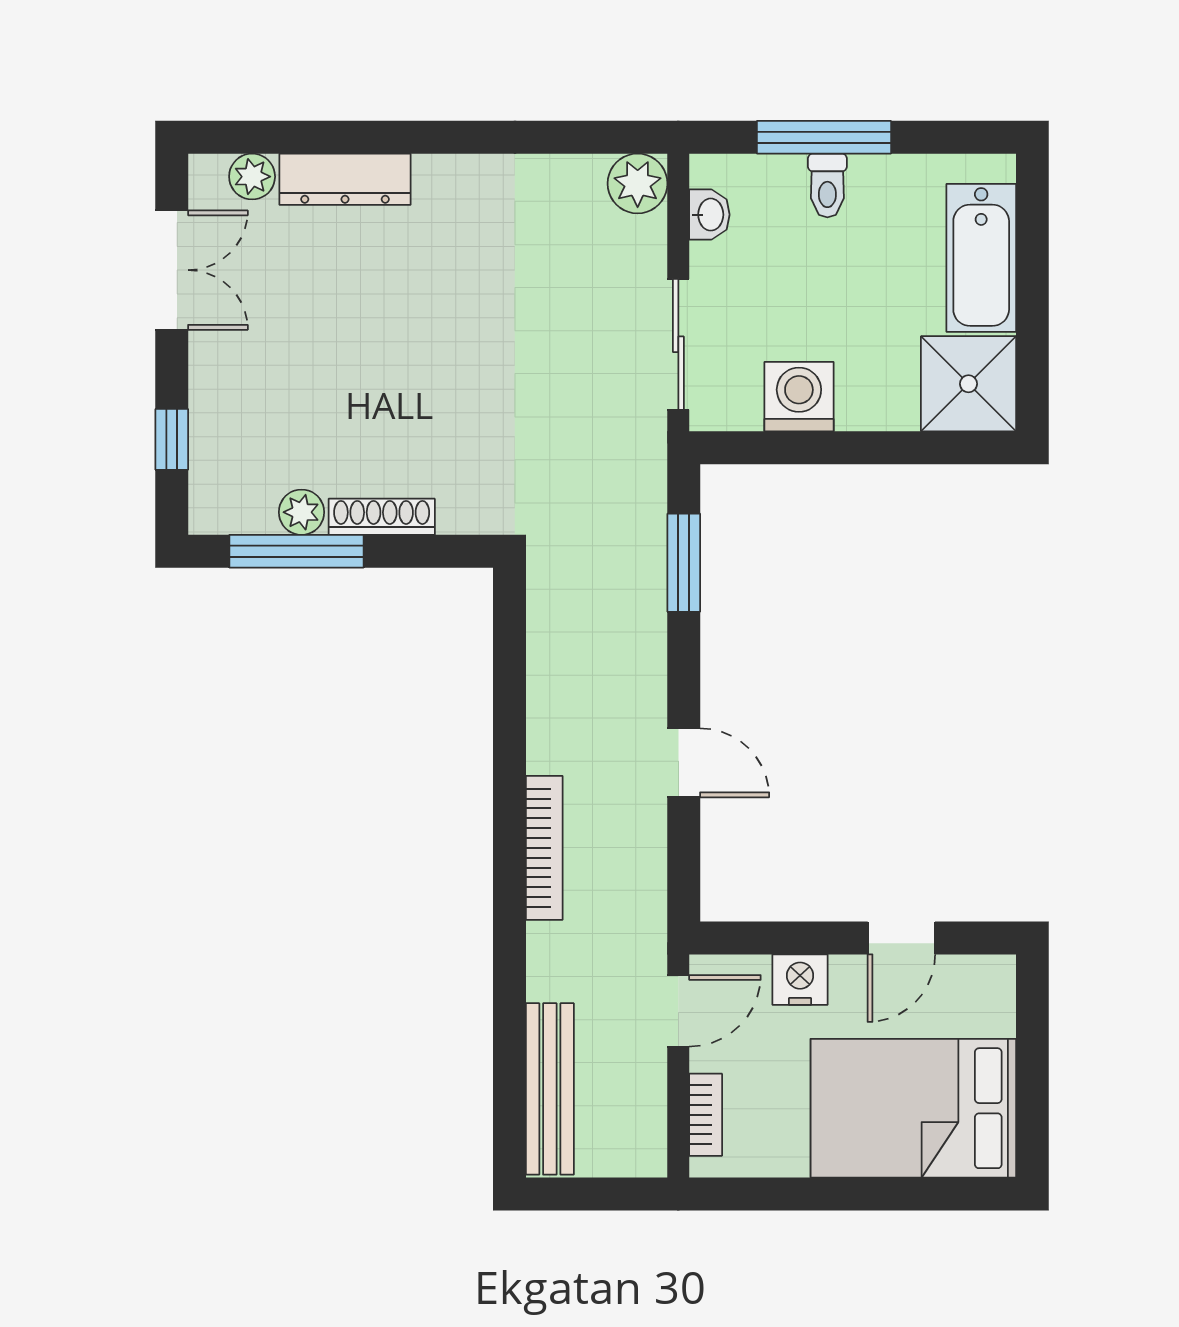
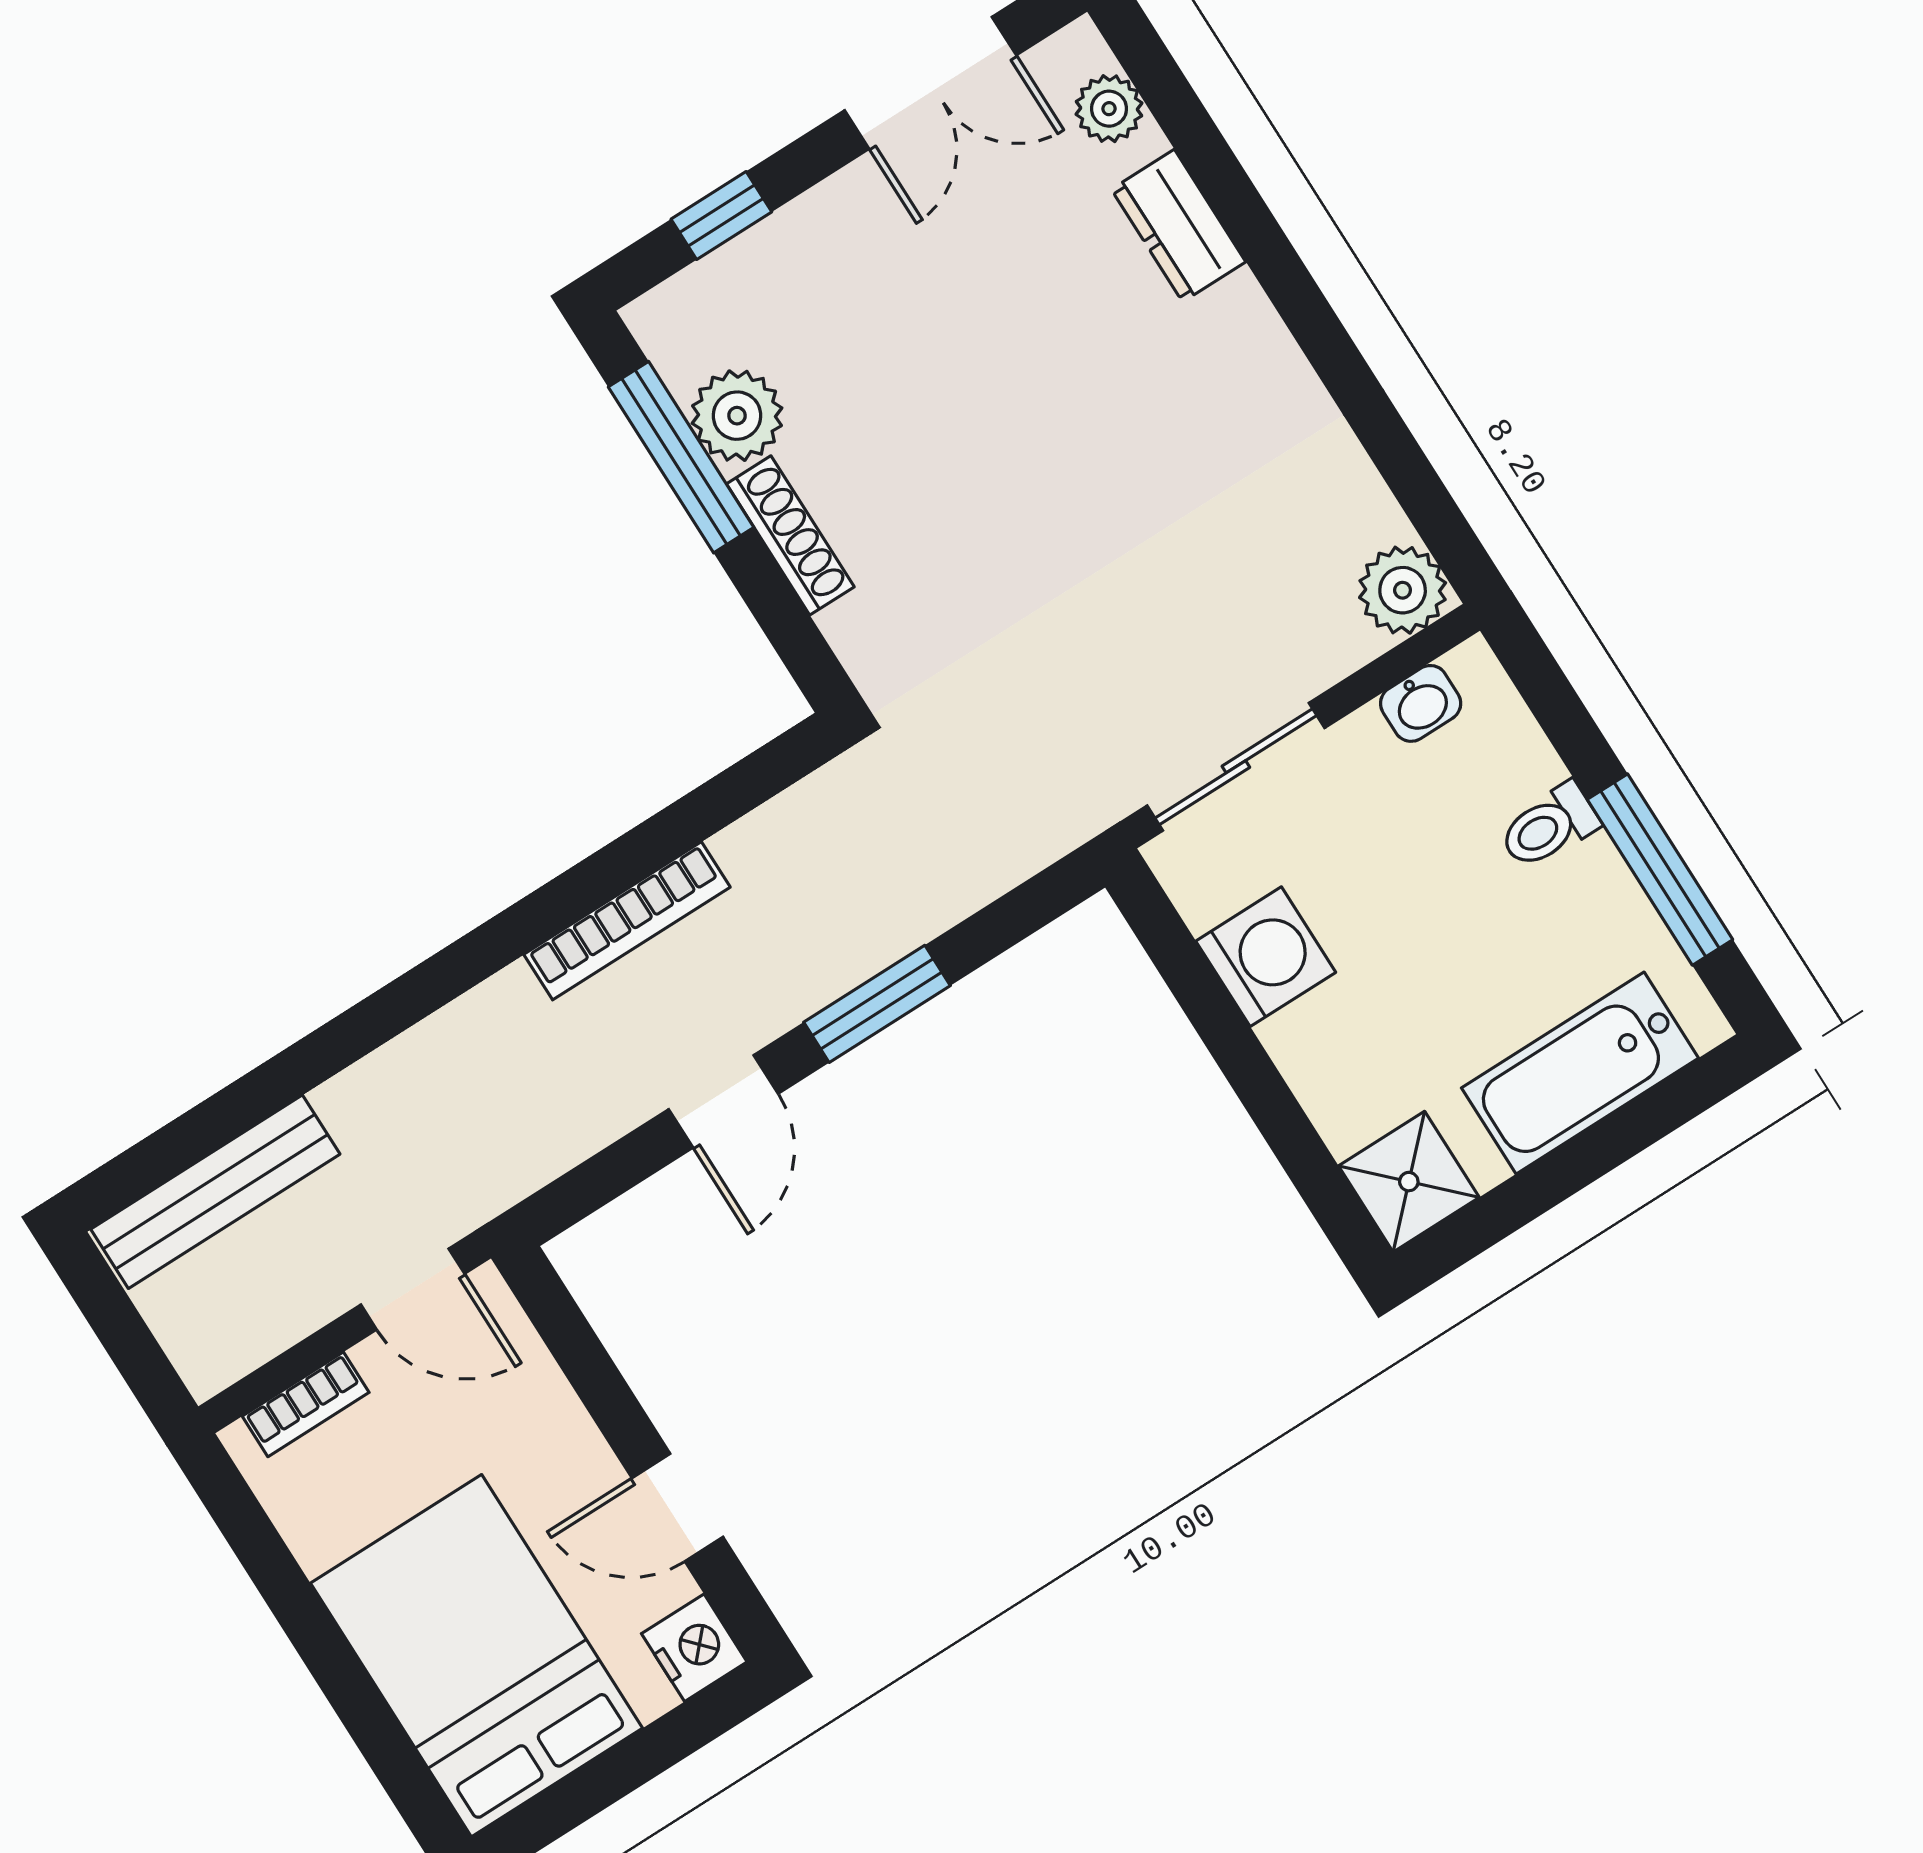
window: (824, 137) -> (1660, 870), moved
dresser: (345, 179) -> (1178, 226), width x0.70
shower: (968, 384) -> (1409, 1182), width x0.73, depth x0.73
plant: (302, 512) -> (737, 416), width x1.38, depth x1.38
window: (684, 563) -> (877, 1004), moved
bookcase: (544, 848) -> (627, 921), moved
nightstand: (800, 980) -> (694, 1648), moved

